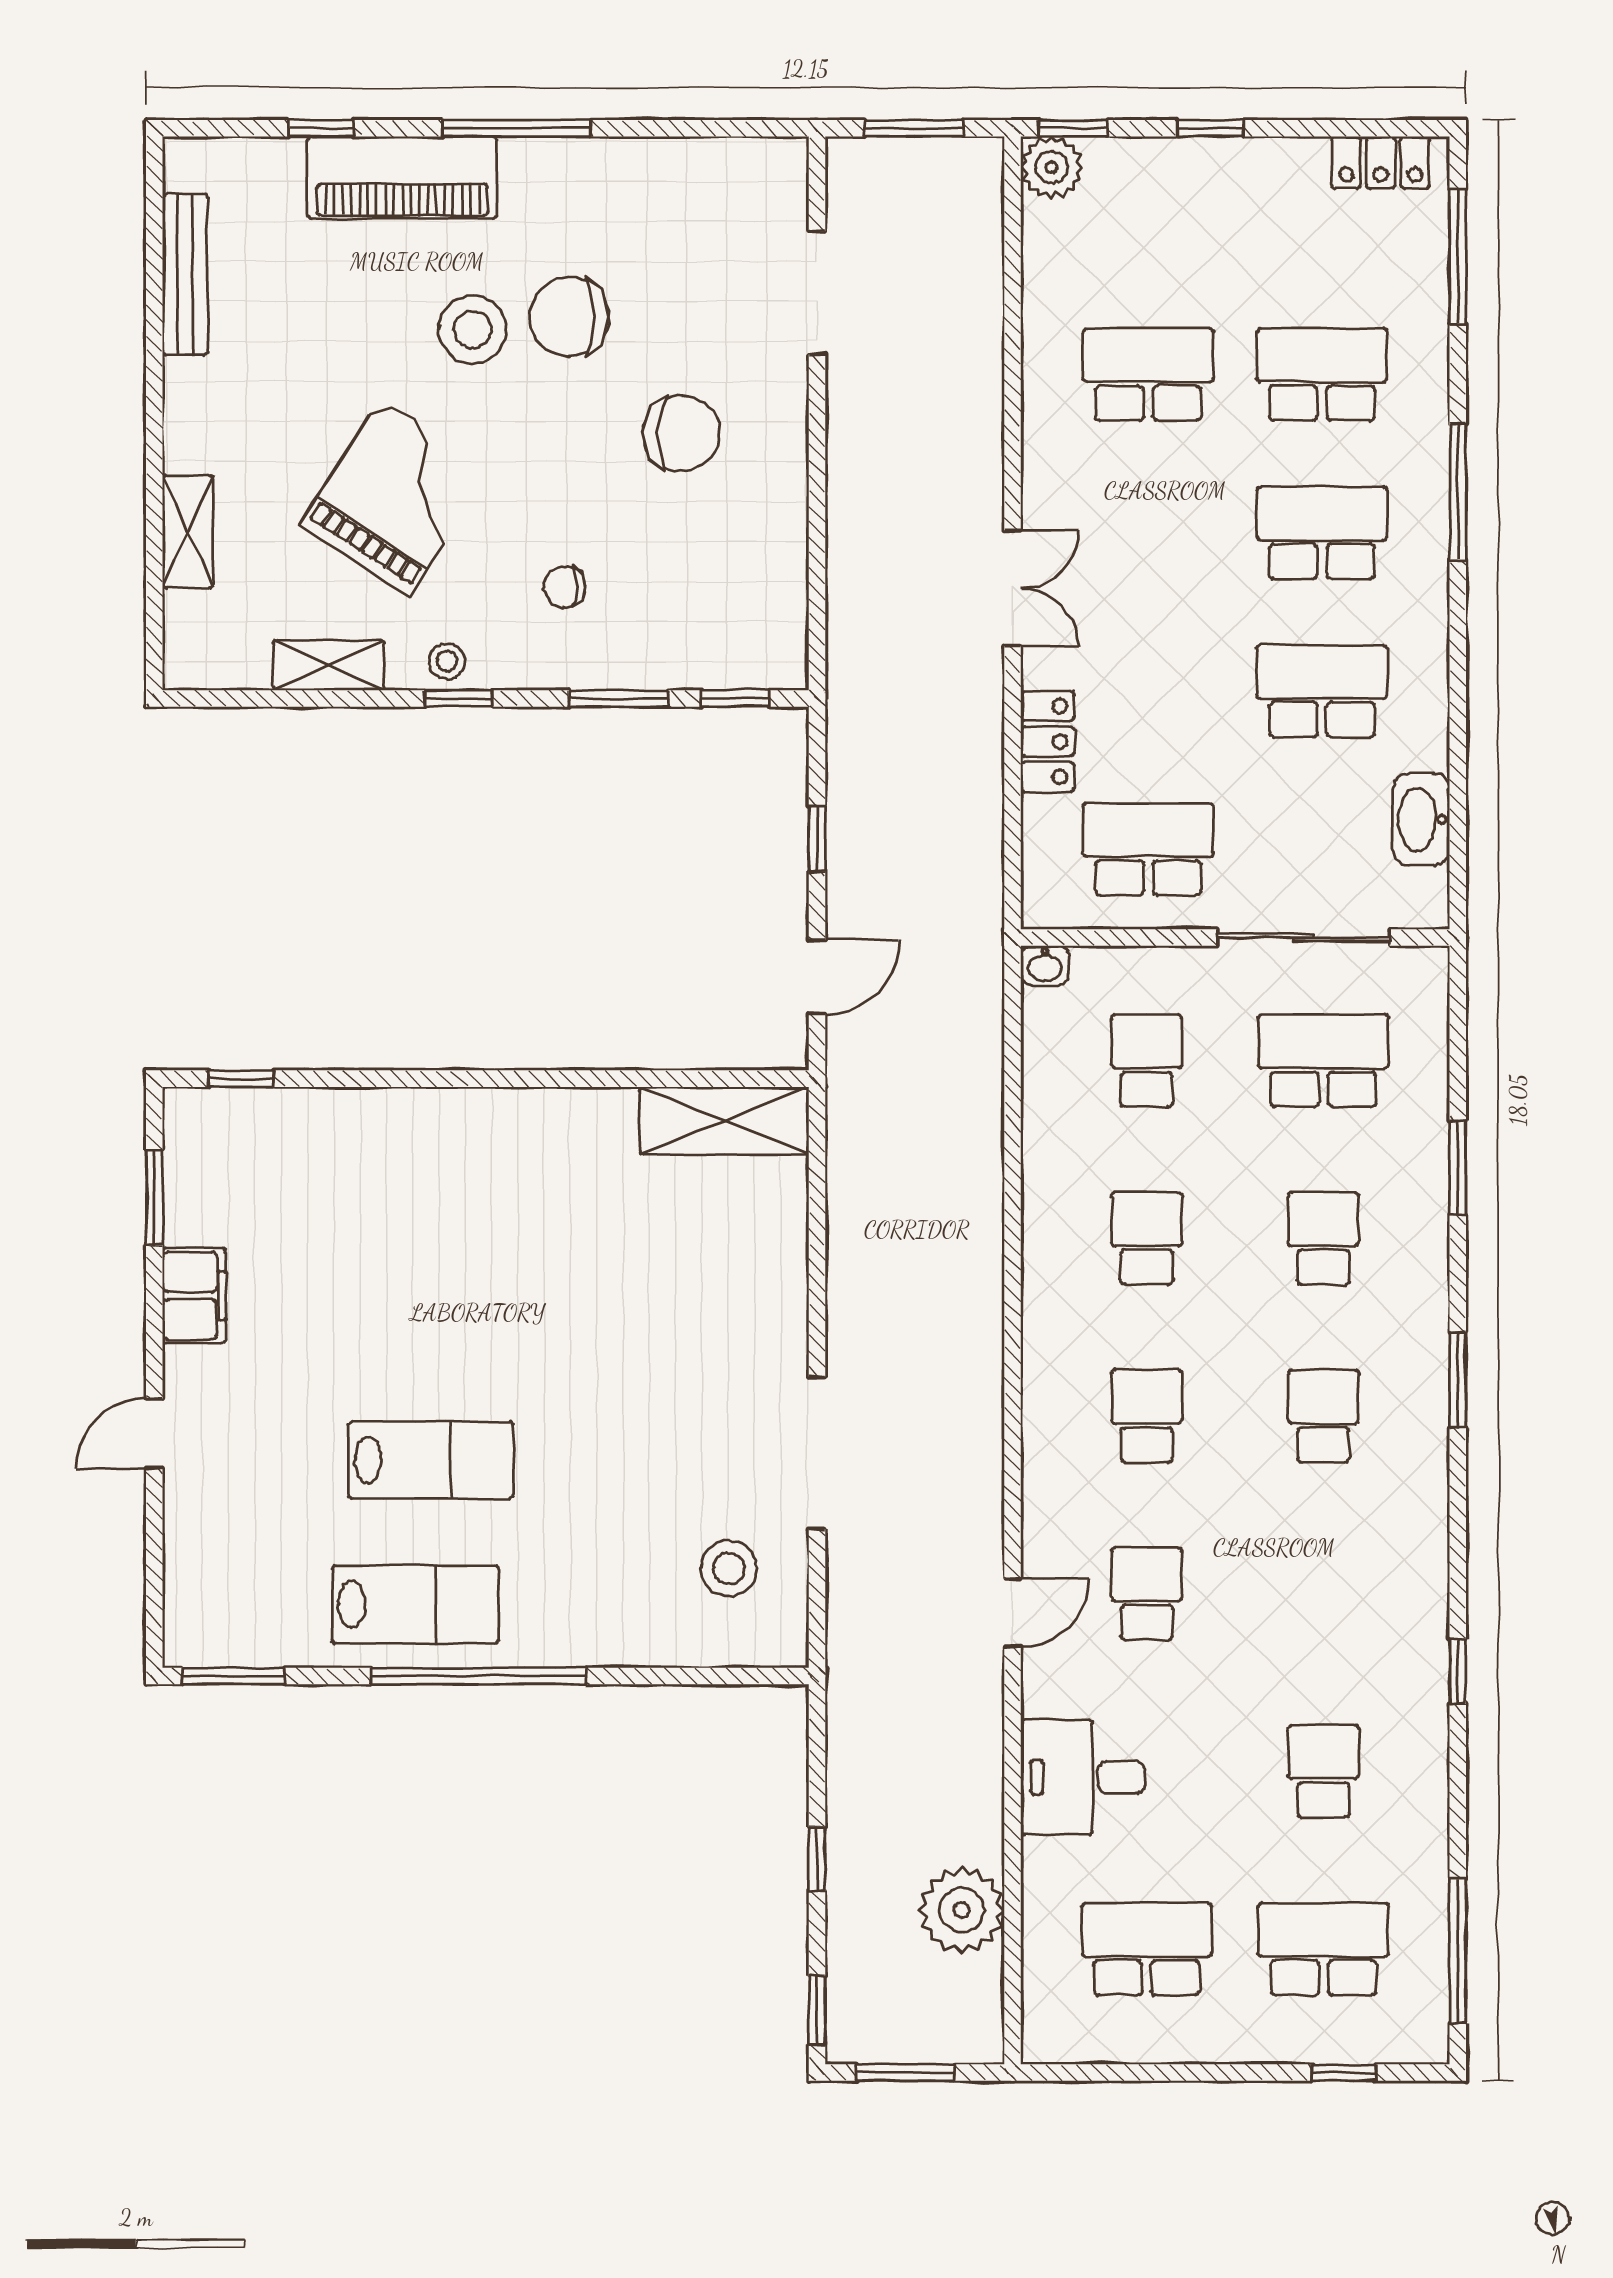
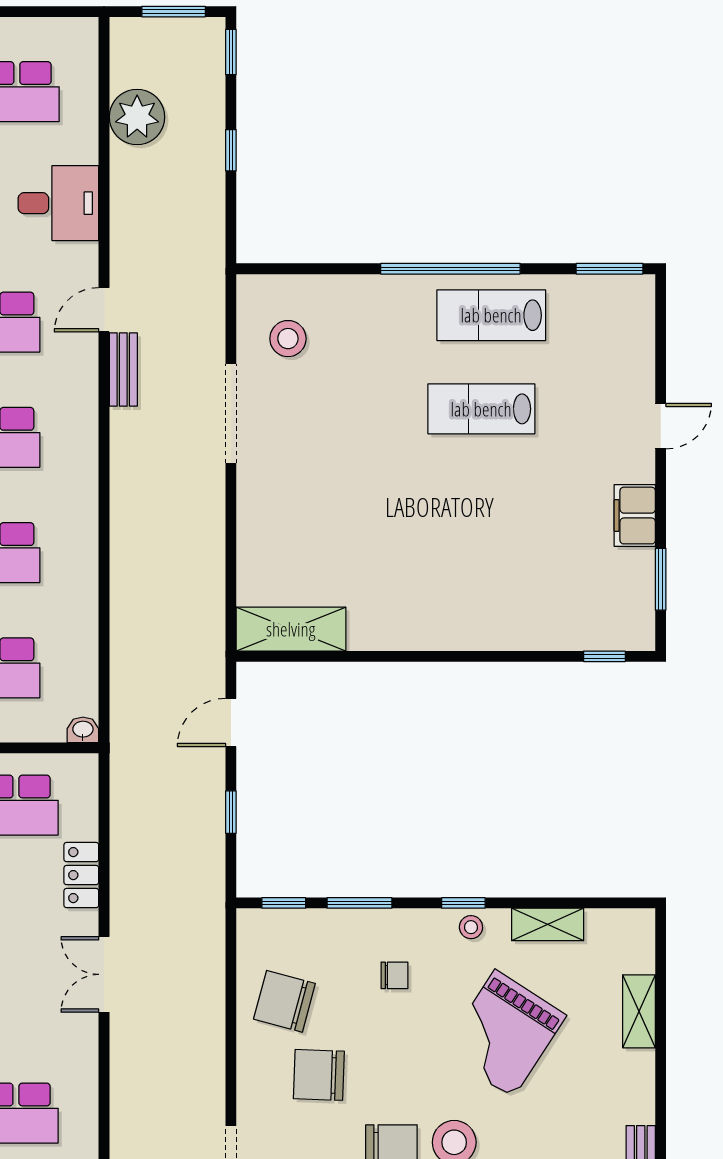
chair: (734, 547) -> (284, 1001), added
bench: (983, 1521) -> (123, 370), added

